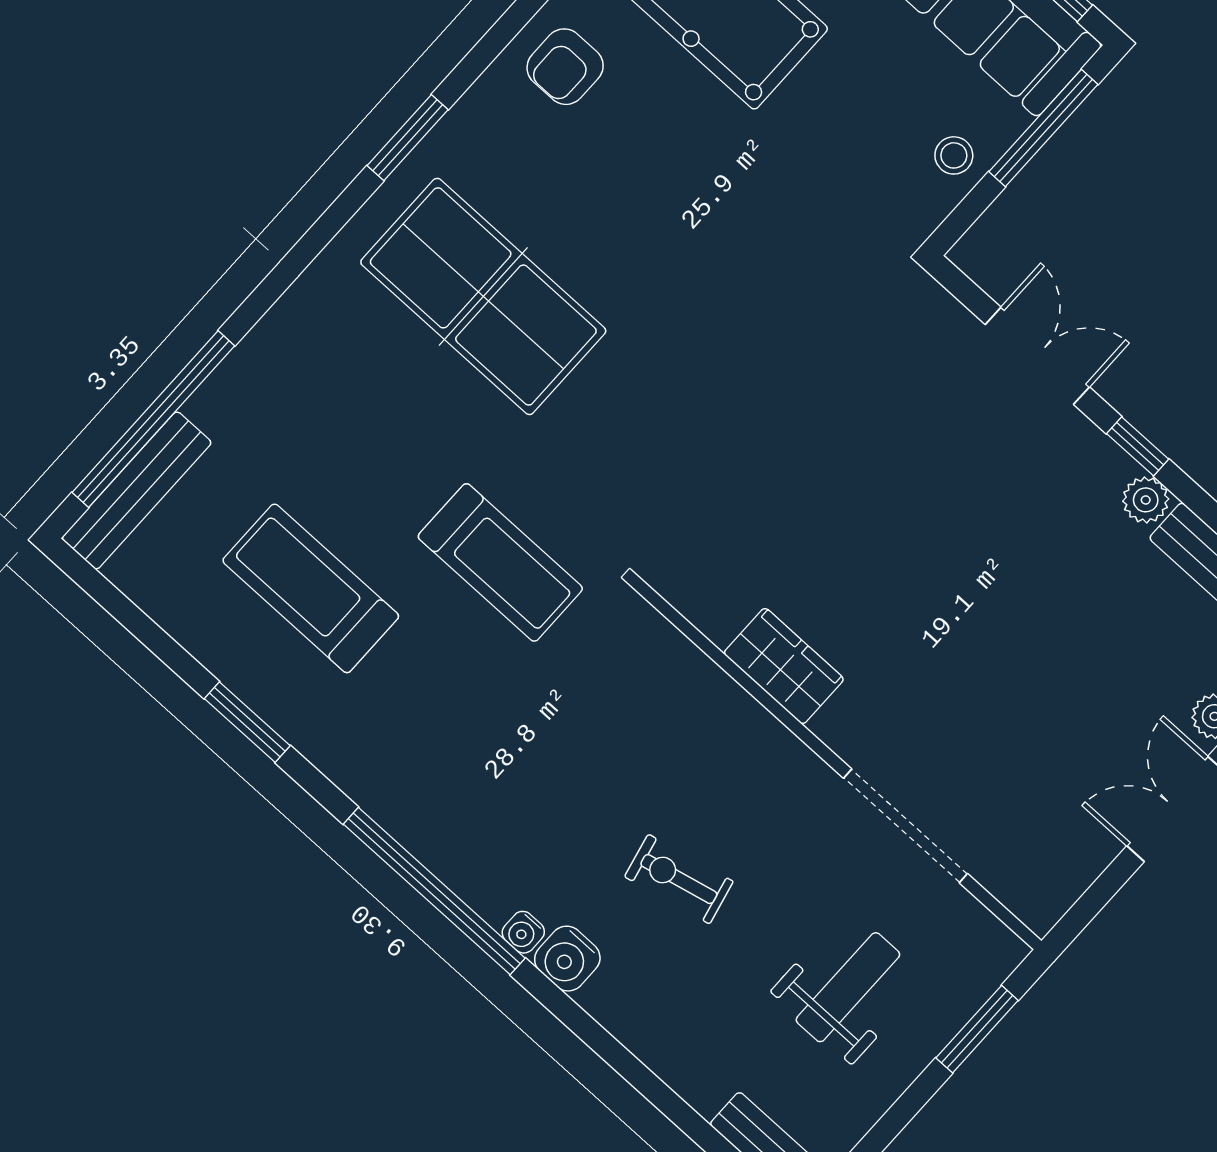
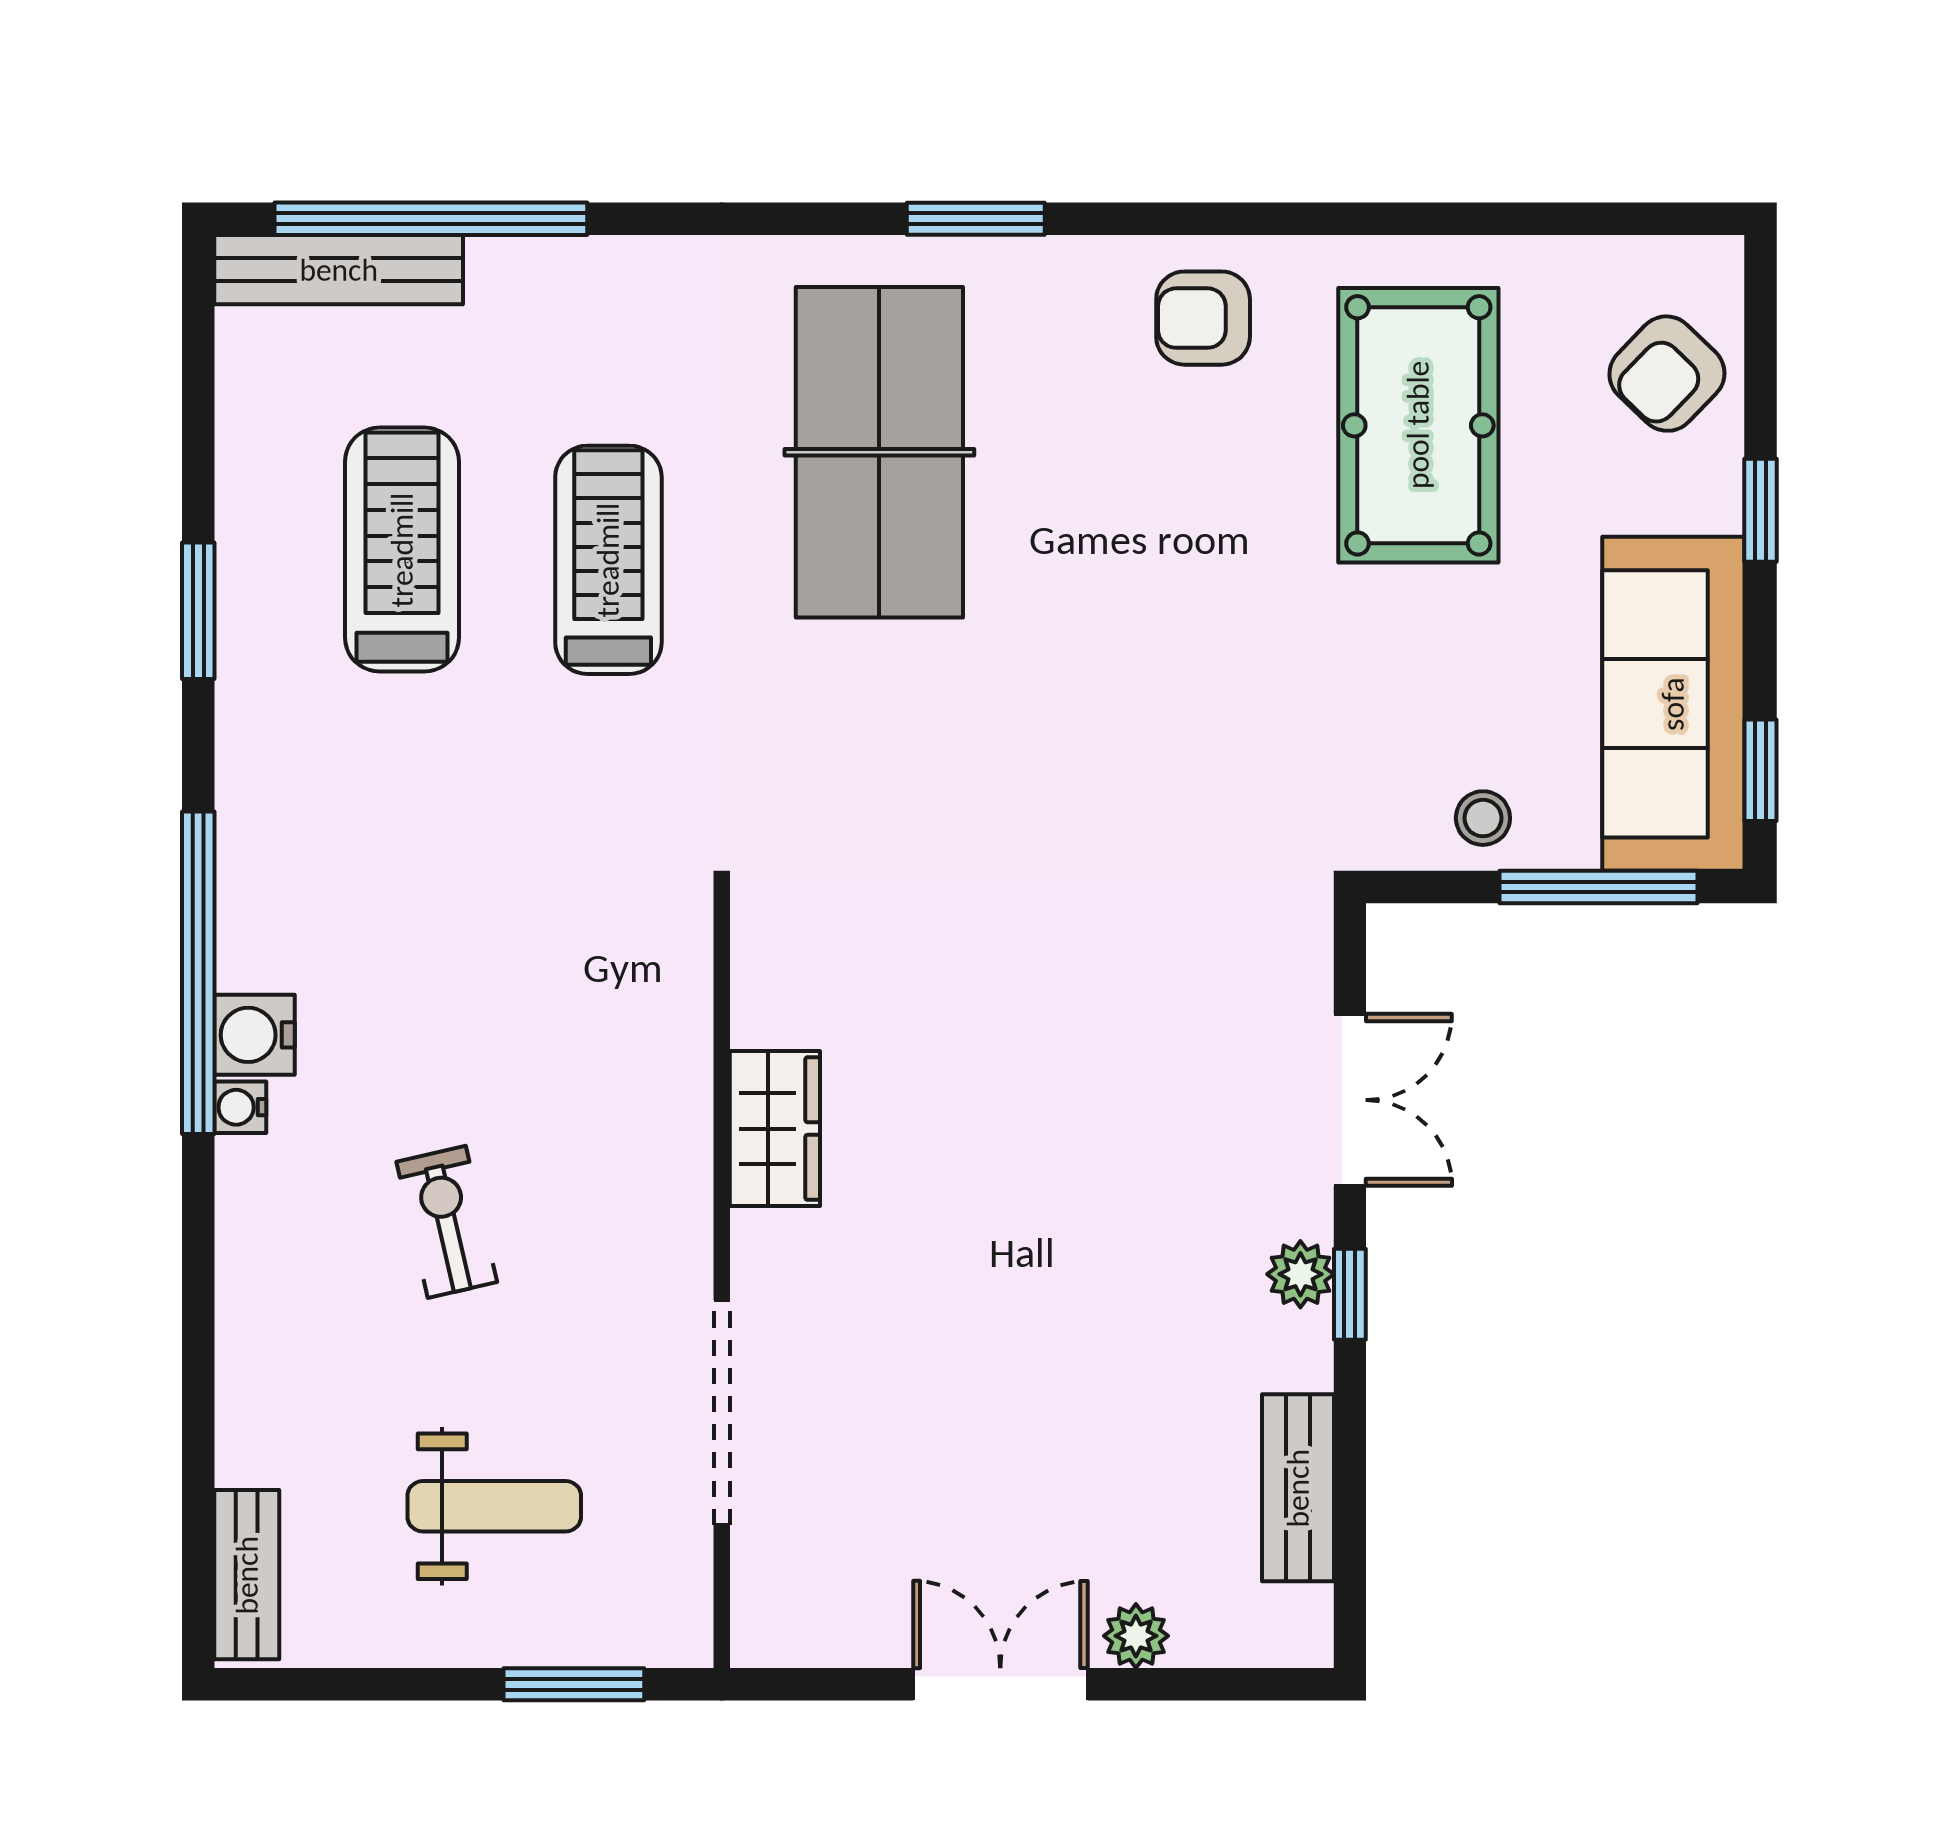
plant: (1146, 500) -> (1300, 1274), moved
treadmill: (500, 562) -> (608, 560), moved, turned 180
water cooler: (567, 959) -> (255, 1035), moved

